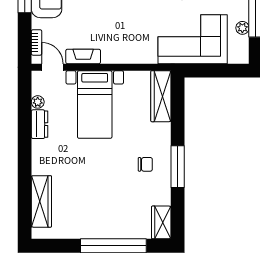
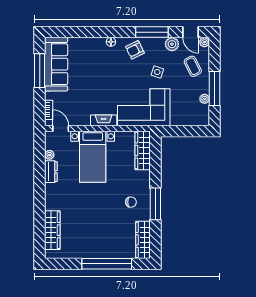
corner sofa: (193, 39) -> (144, 107), moved
fireplace: (83, 56) -> (104, 120), moved
wardrobe: (161, 222) -> (143, 240), width x1.50

